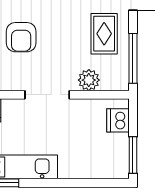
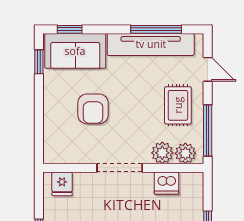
plant: (111, 81) -> (185, 153), added
dishwasher: (118, 120) -> (166, 183), moved, turned -90

